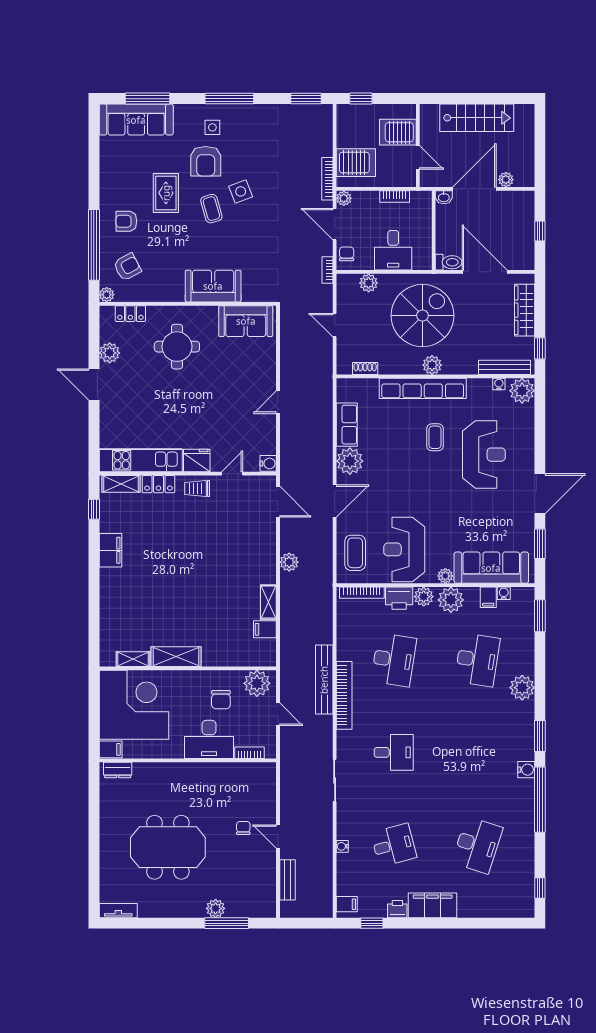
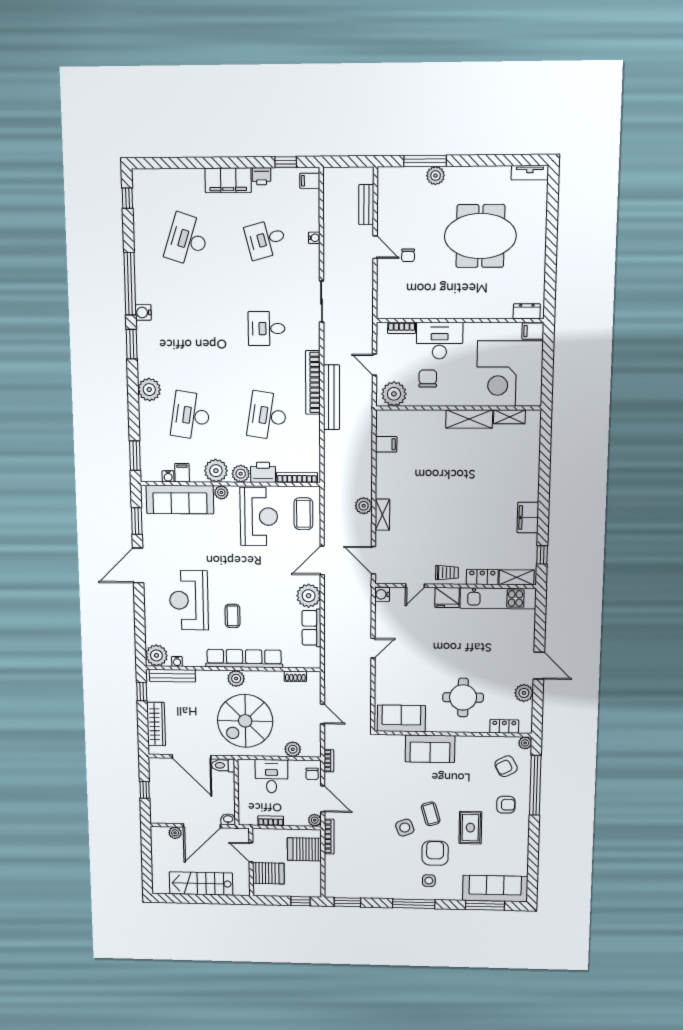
shelving: (268, 602) -> (382, 515), moved

